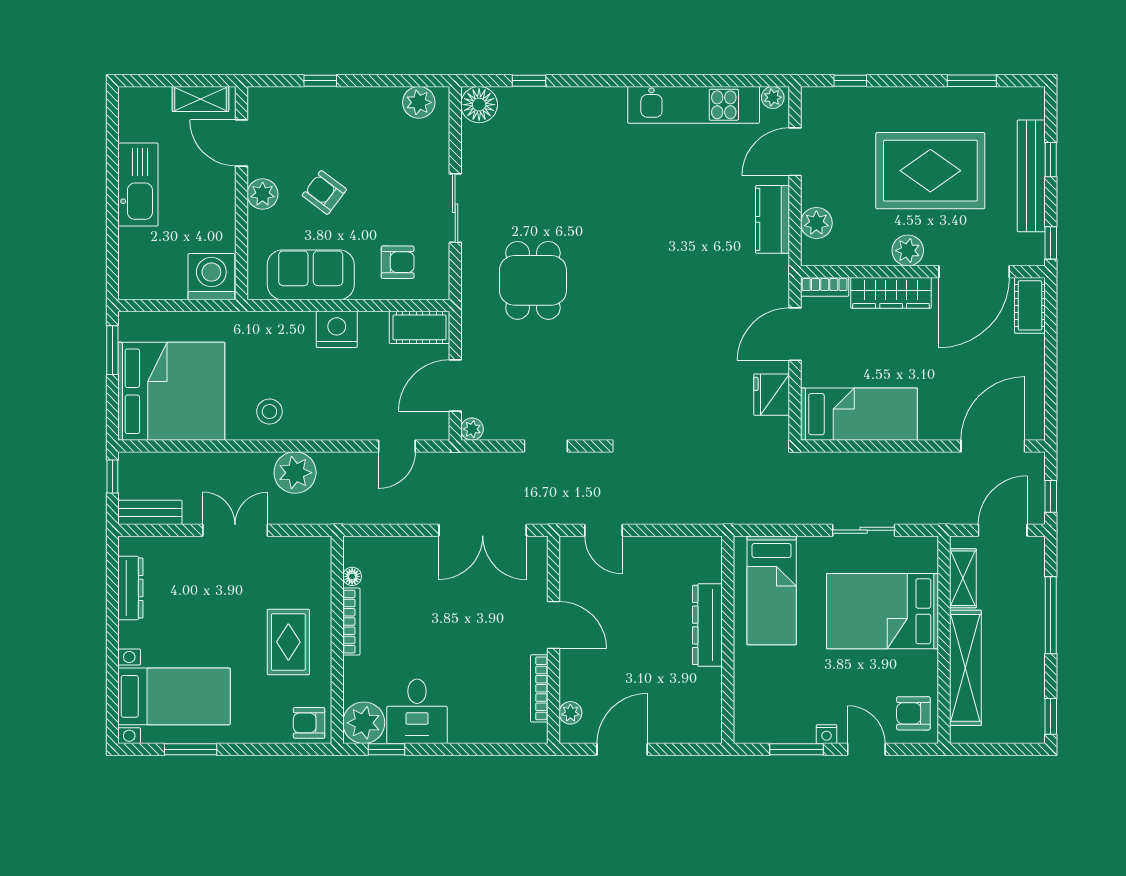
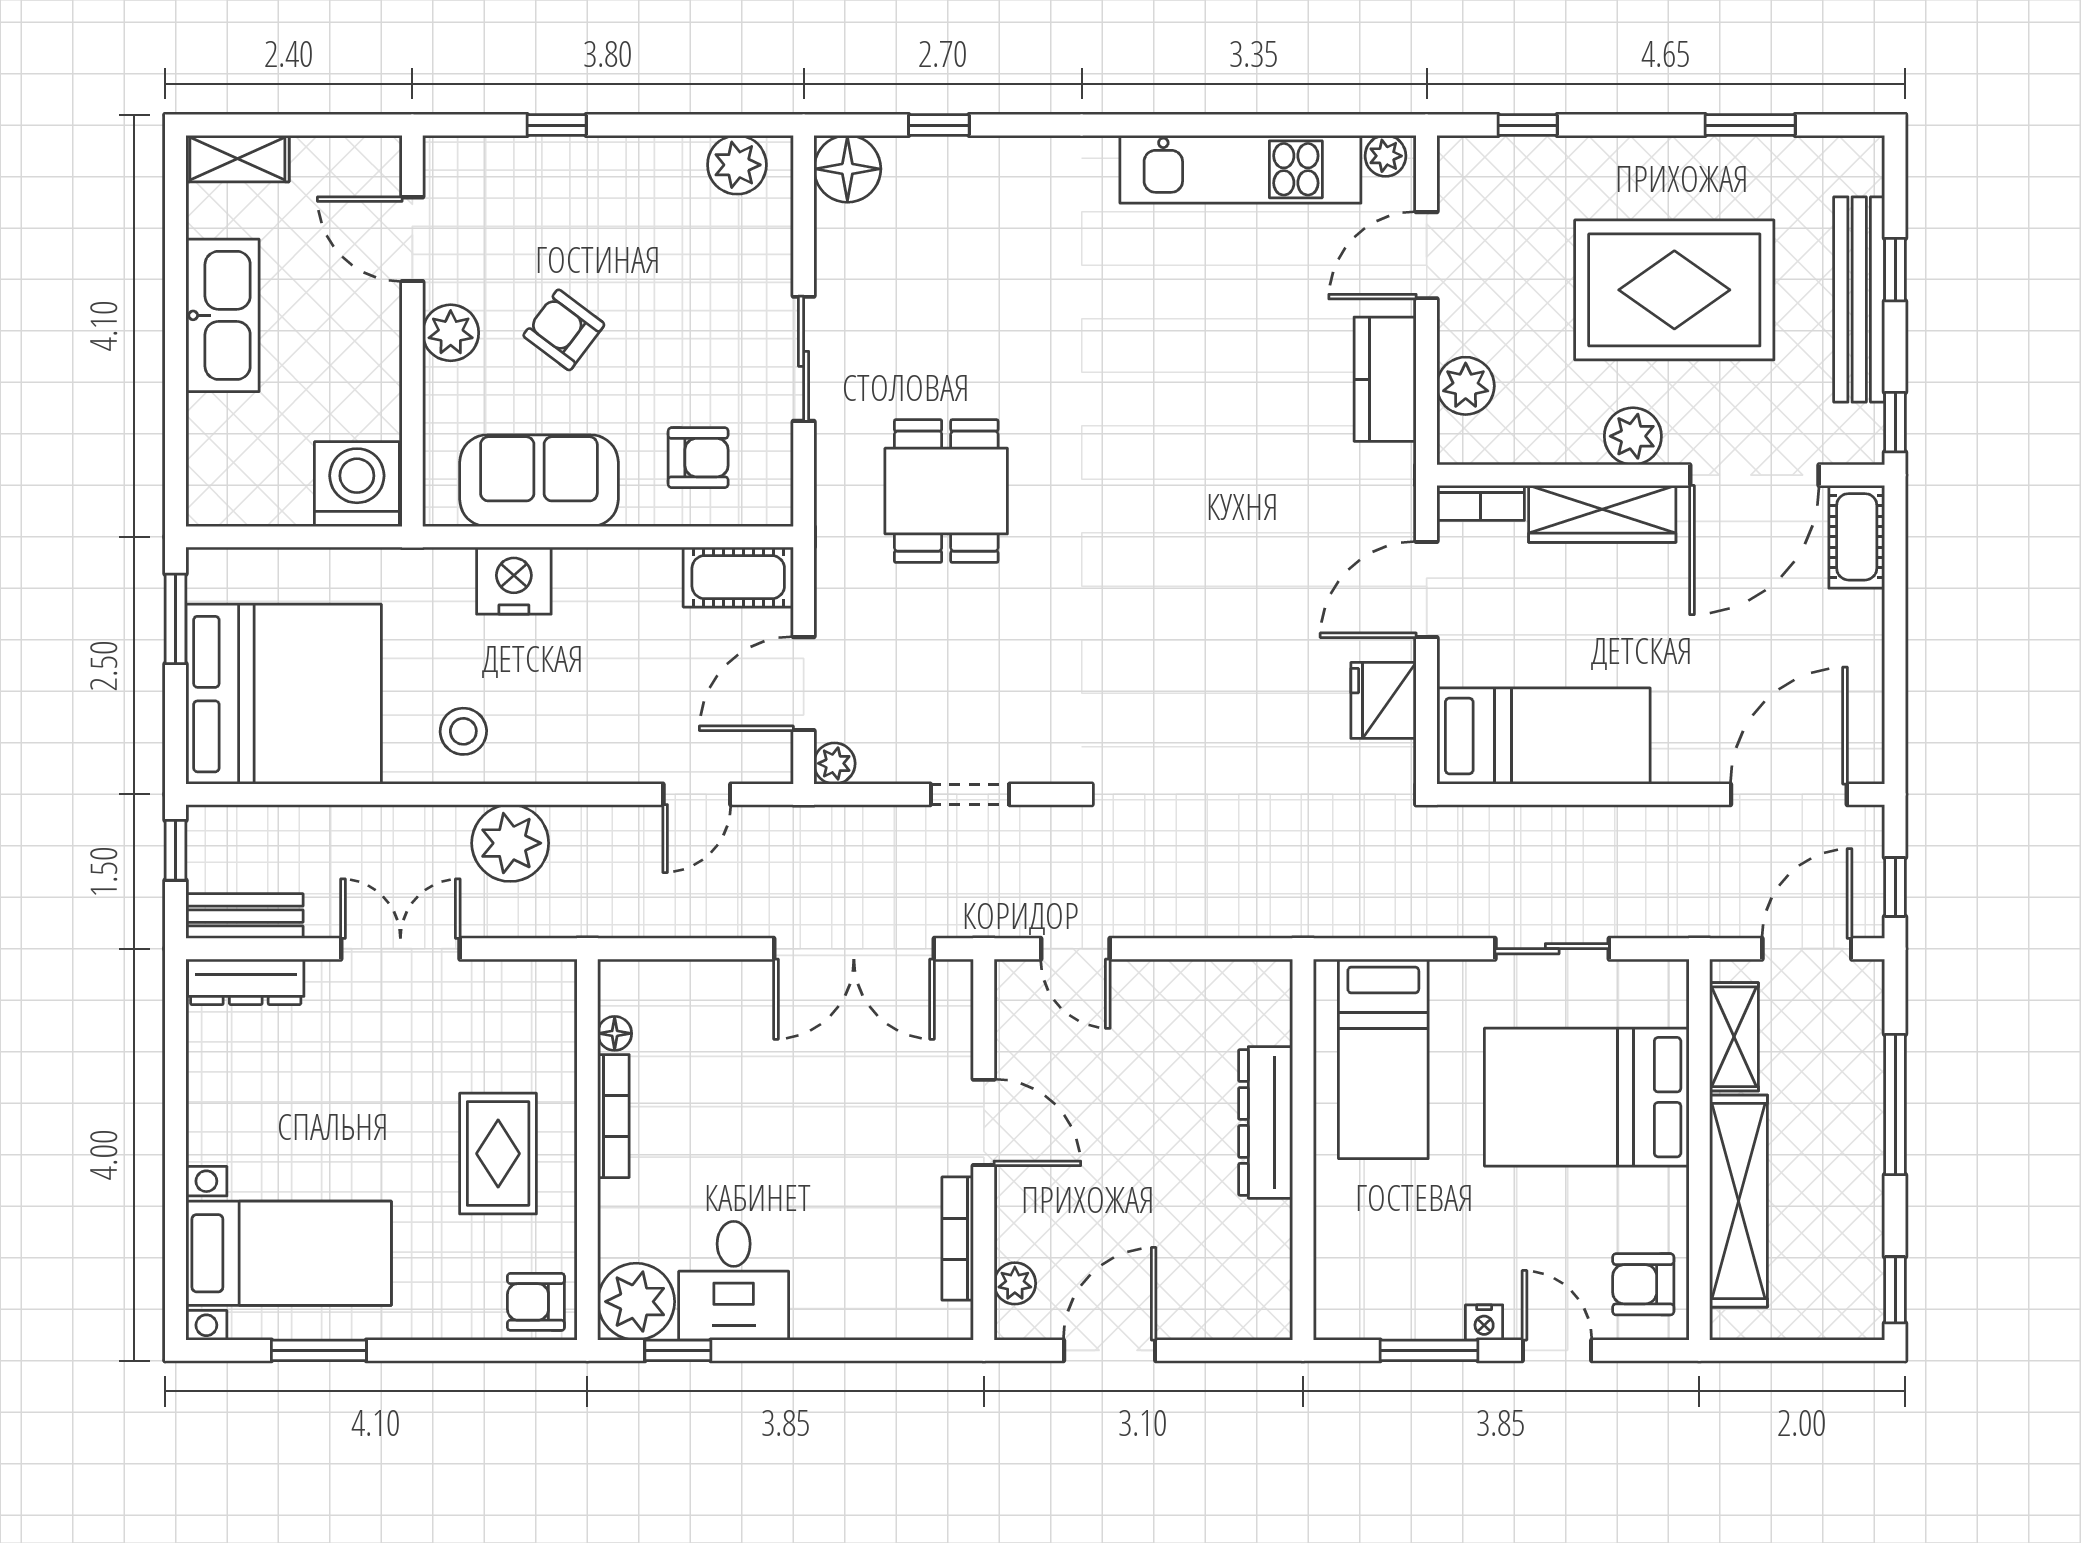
shelving: (200, 99) -> (237, 159), moved
nightstand: (337, 329) -> (514, 581), moved
dresser: (130, 588) -> (246, 982), moved, turned 90

